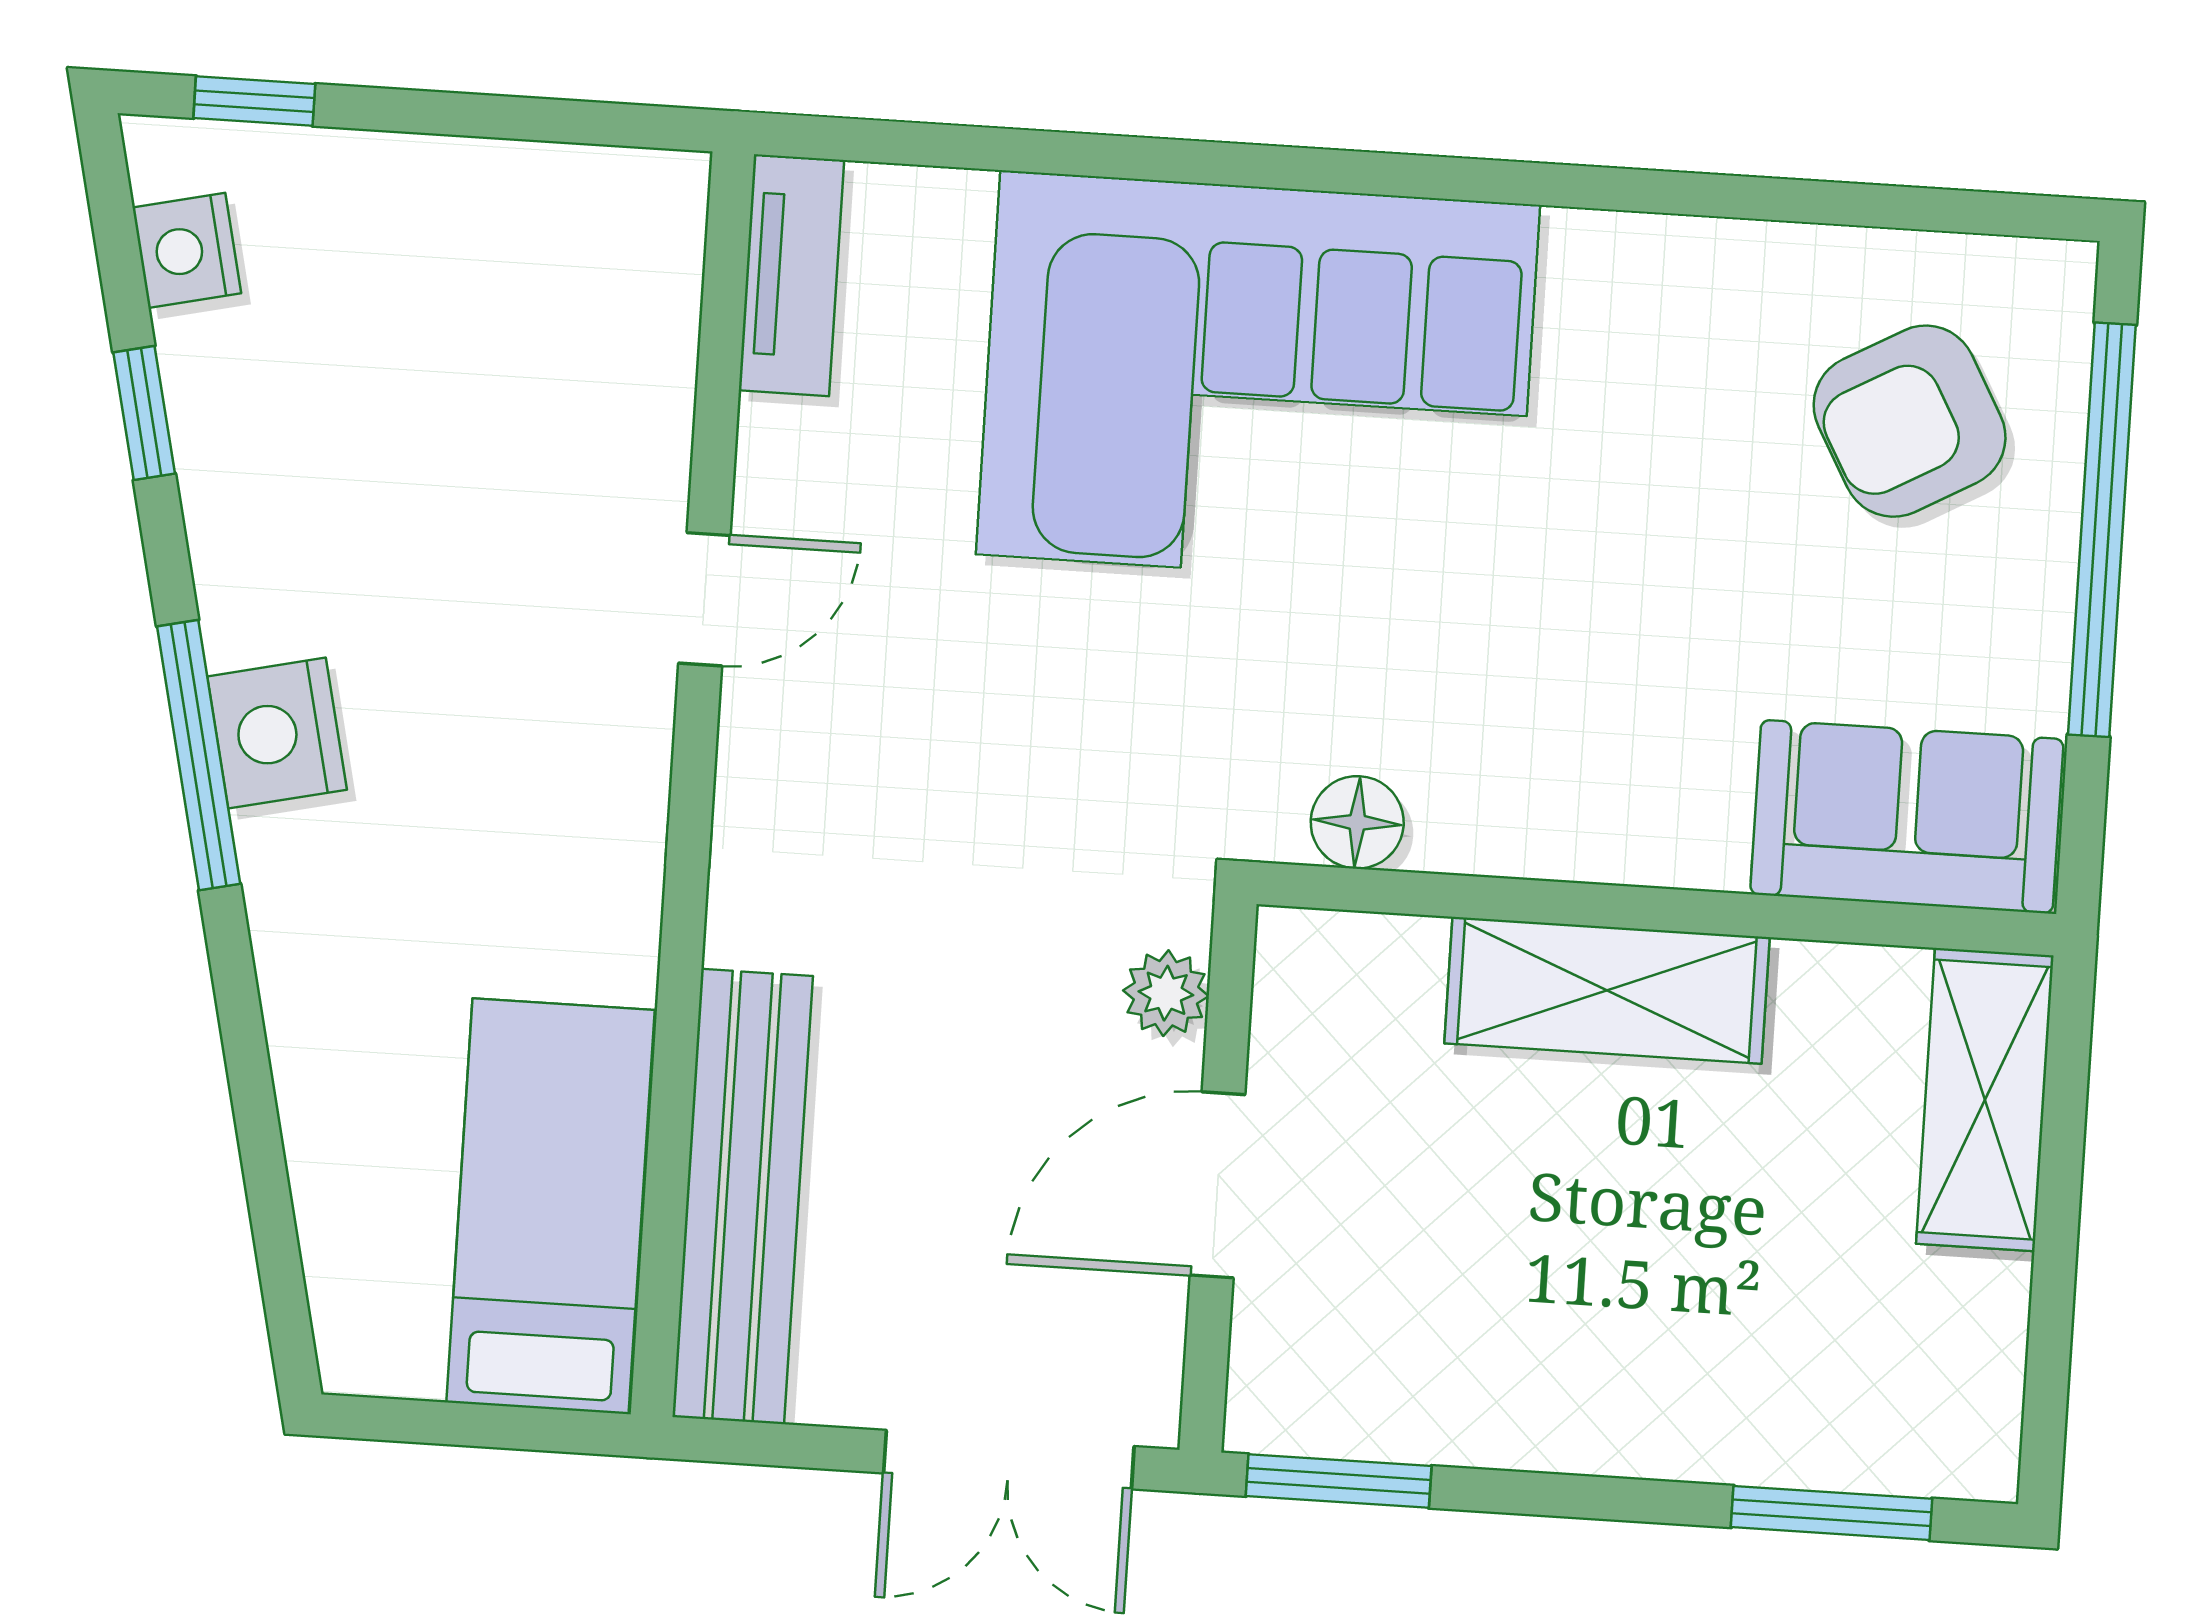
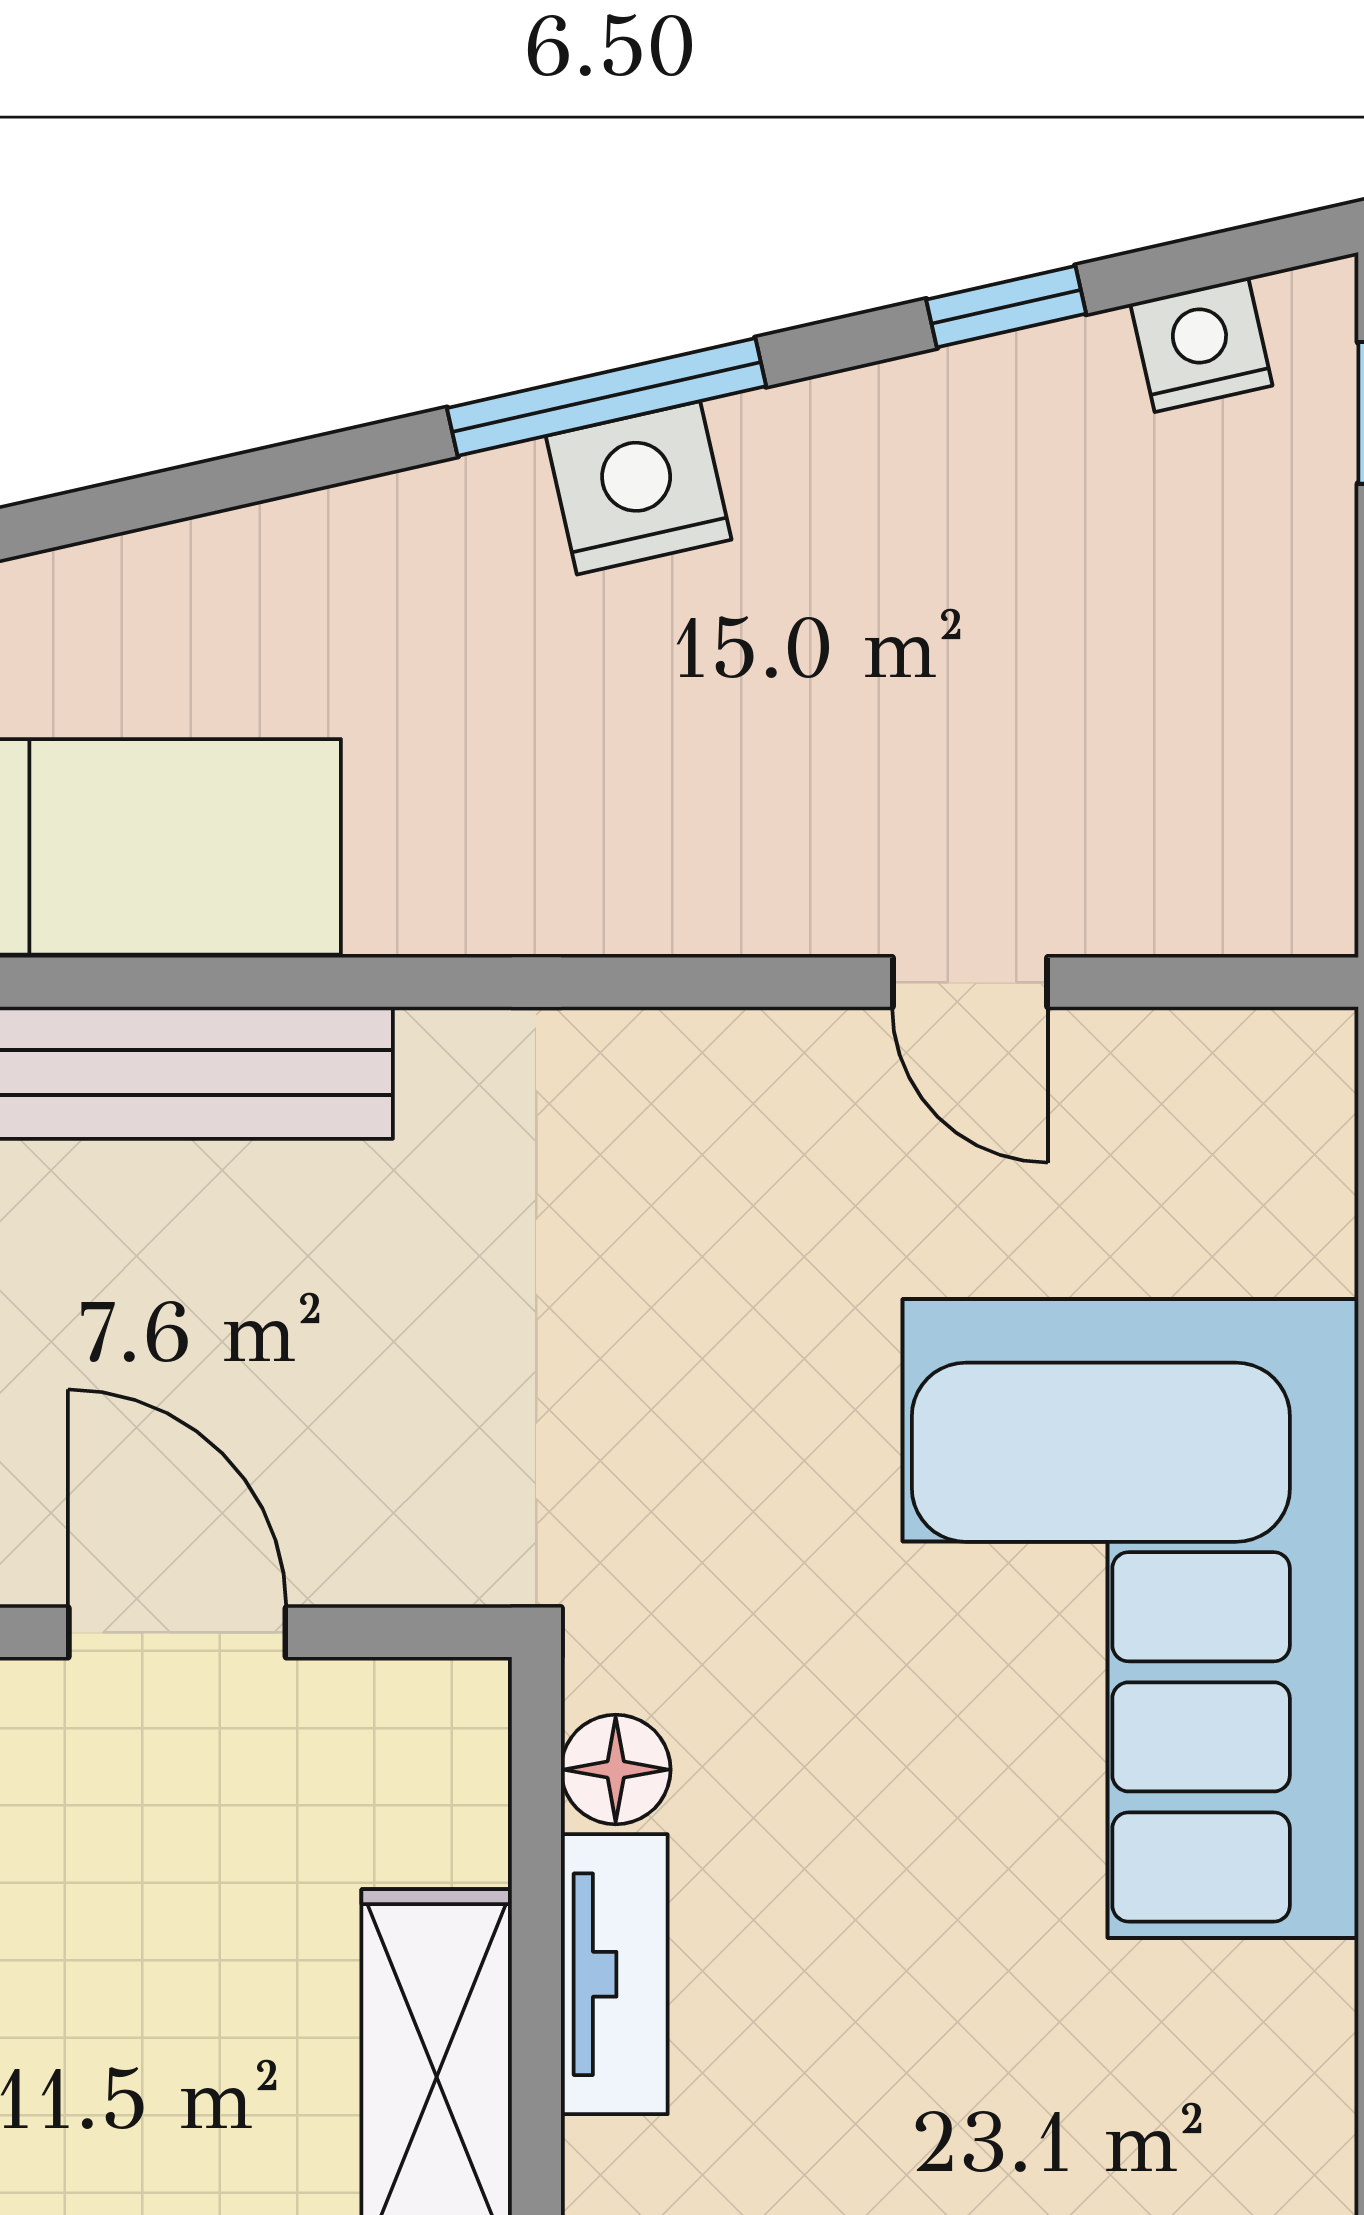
tv unit: (791, 275) -> (614, 1974), moved, turned -90
door: (704, 599) -> (970, 982), moved
plant: (1166, 993) -> (399, 1557), removed

